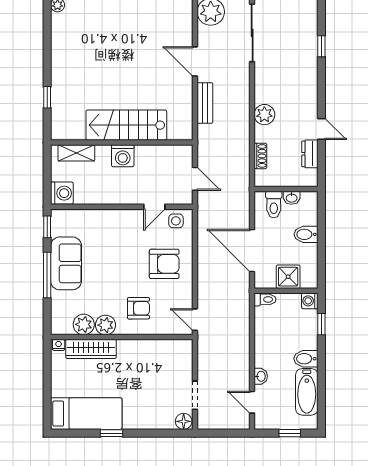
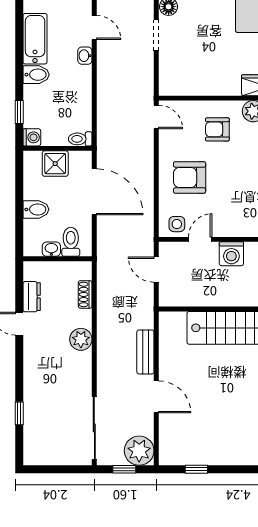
washing machine: (123, 156) -> (231, 254), moved, turned 180

